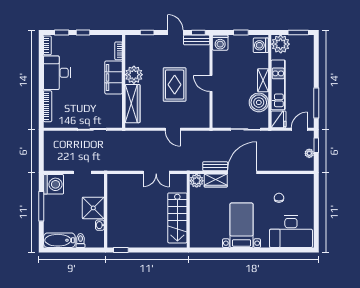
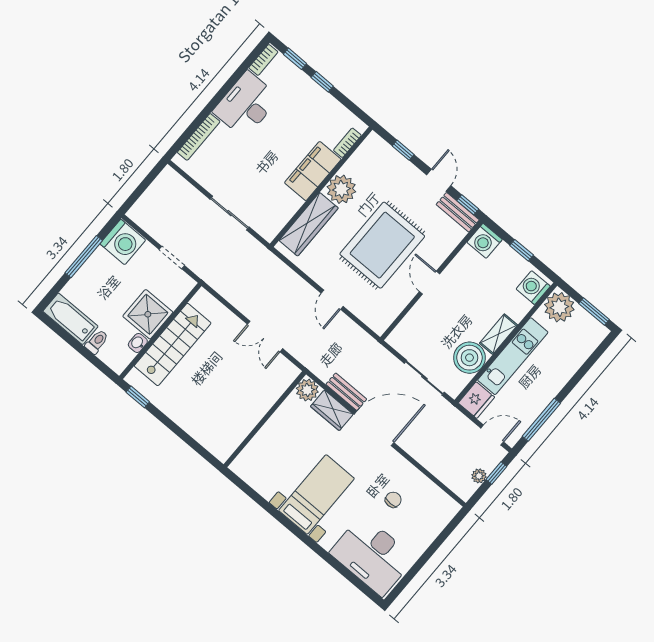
rug: (175, 85) -> (382, 245), width x1.37, depth x1.44
stairs: (177, 218) -> (173, 344), moved, turned 180

